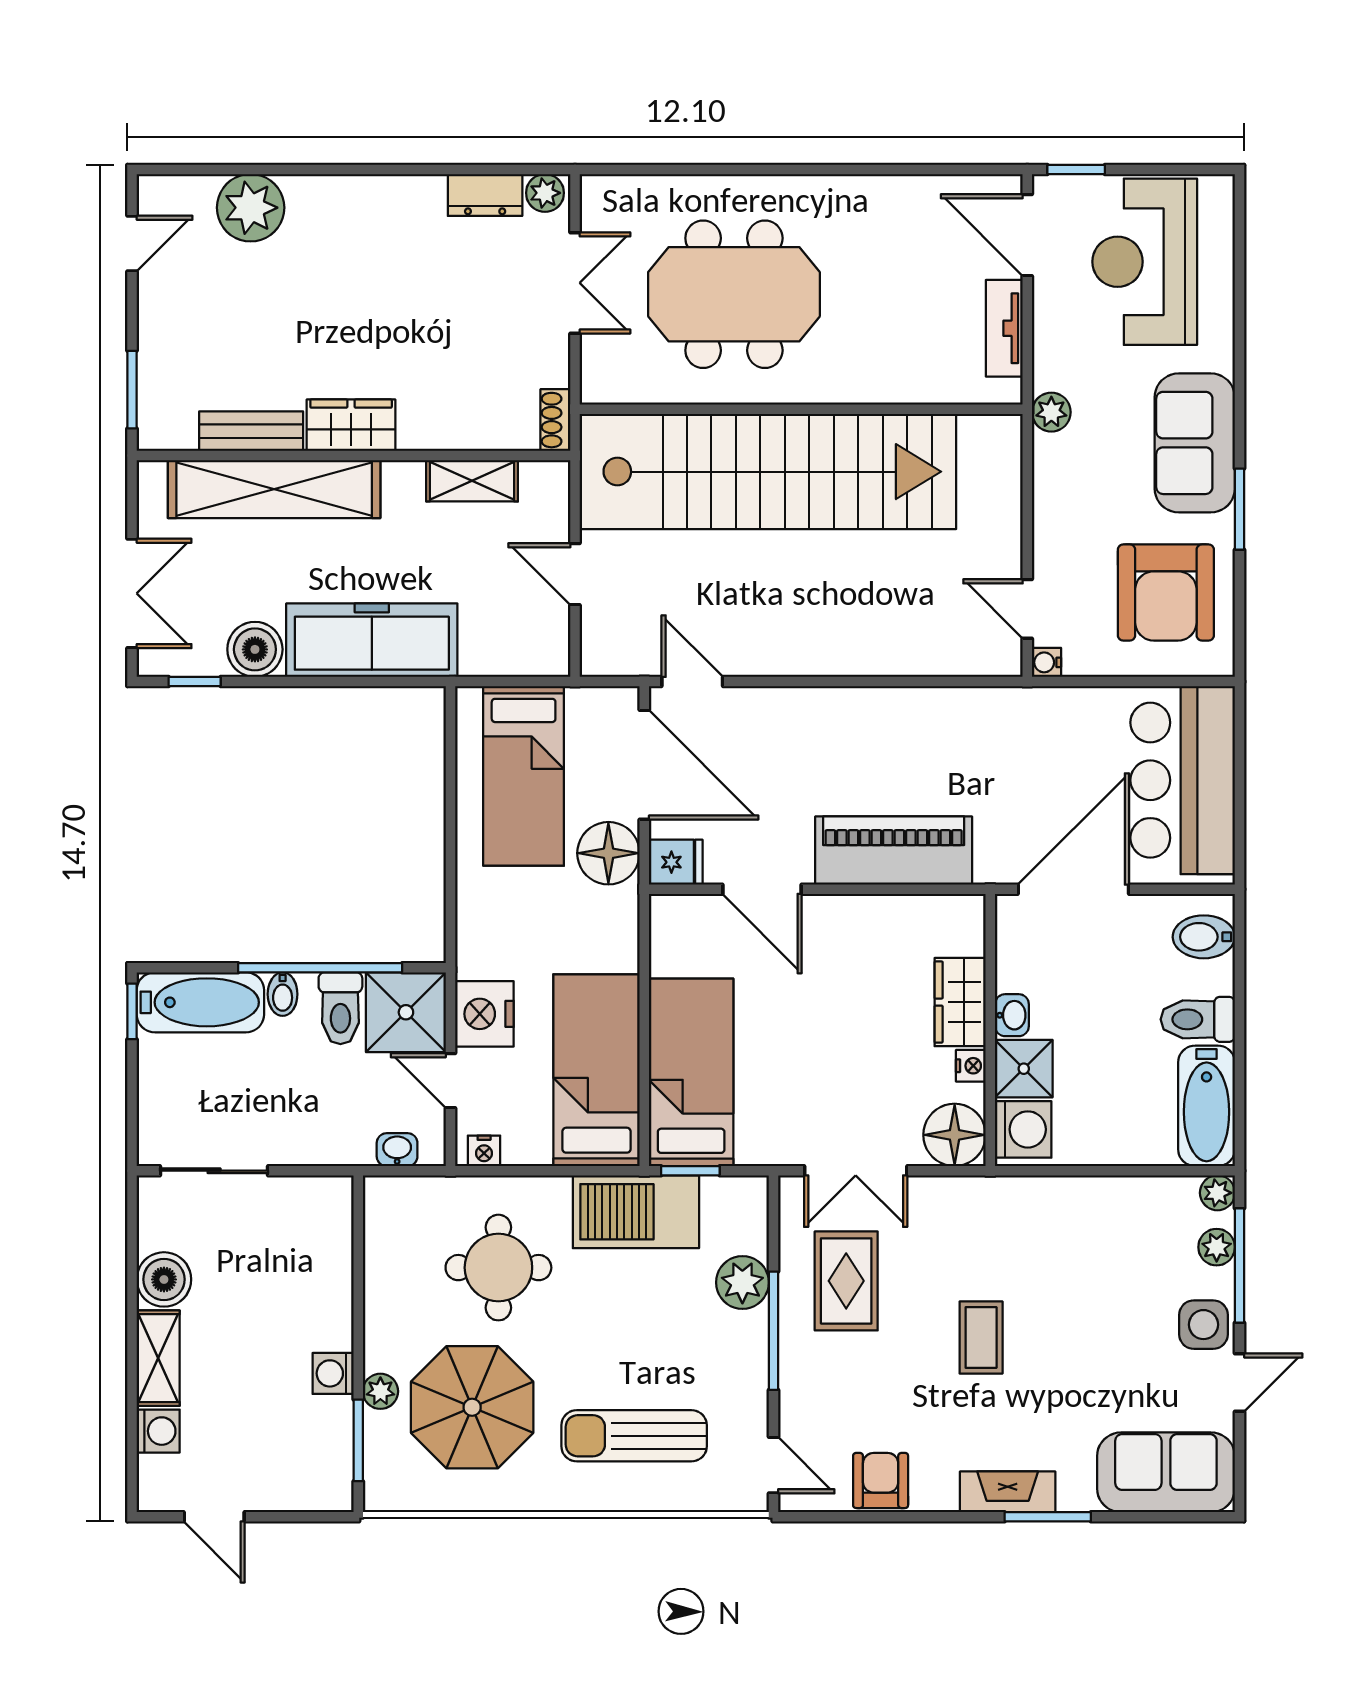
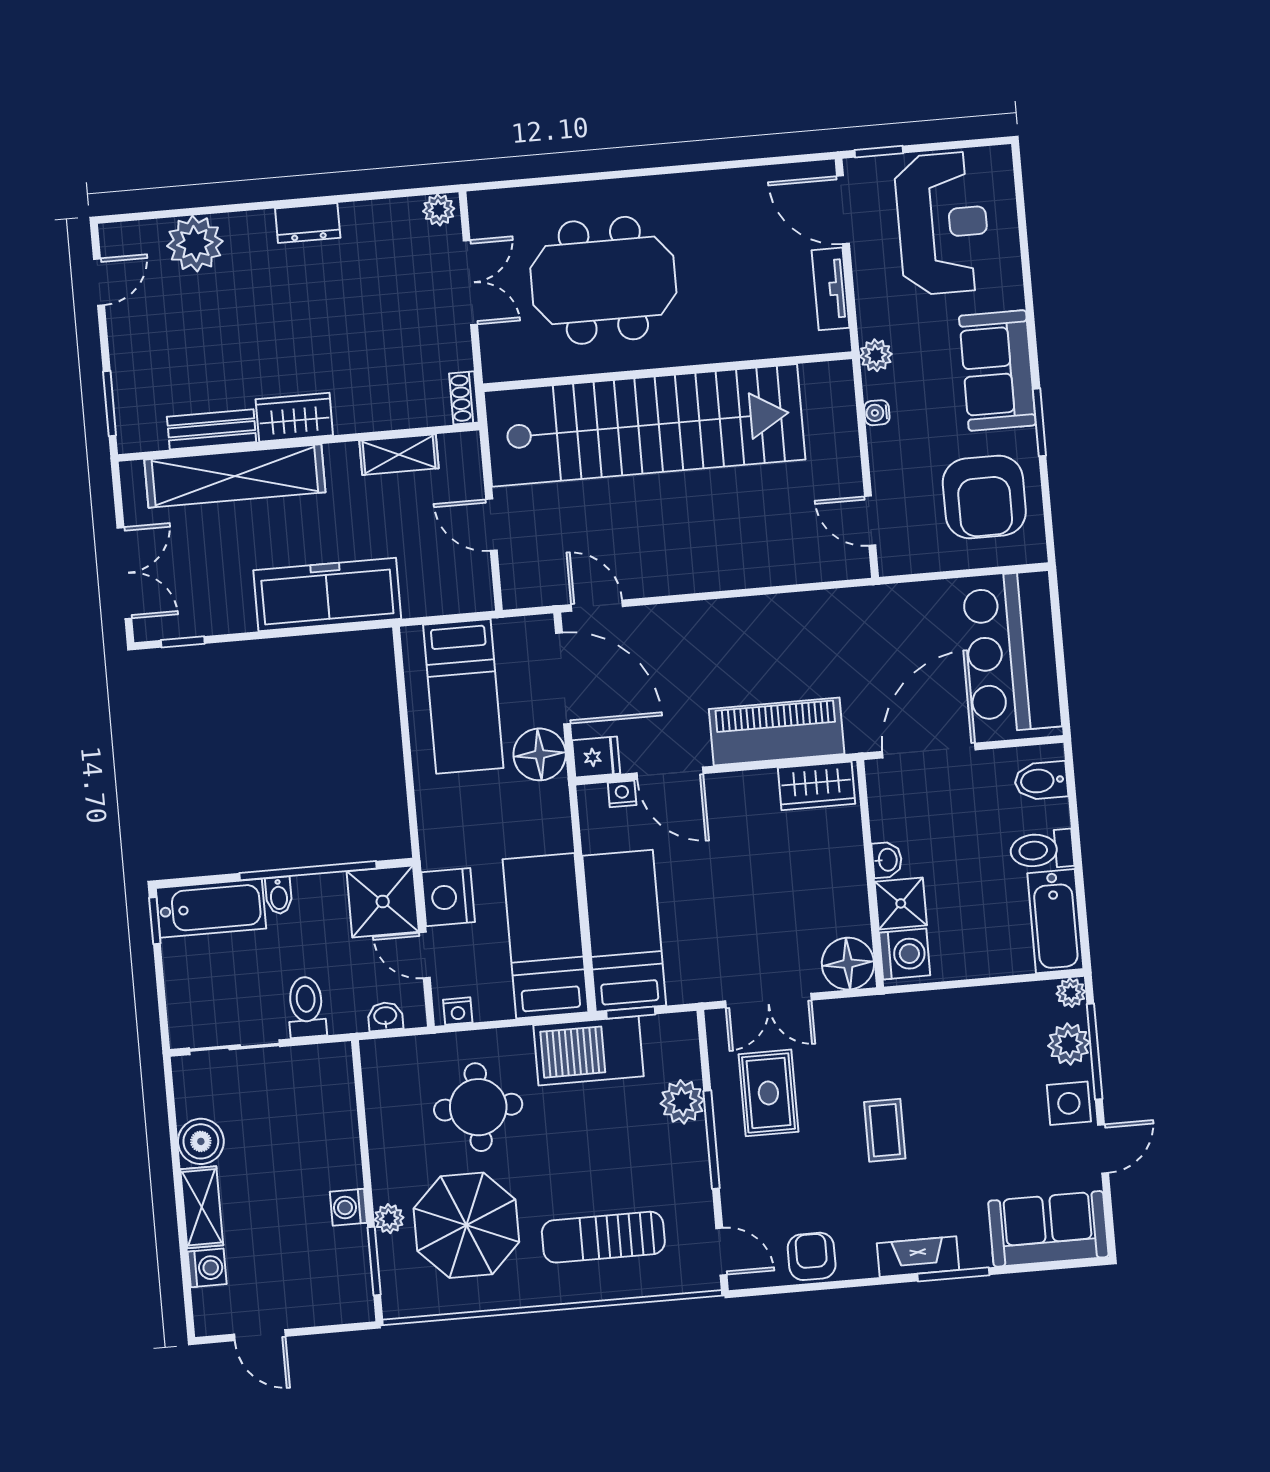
dresser: (485, 195) -> (308, 223), moved
reception desk: (1145, 262) -> (943, 223), turned 180
boiler: (255, 649) -> (231, 611), removed
water cooler: (1046, 662) -> (877, 413), moved
wardrobe: (960, 1002) -> (816, 786), moved, turned -90
toilet: (340, 1008) -> (306, 1007), moved, turned 180
nightstand: (971, 1066) -> (622, 794), moved, turned -90
plant: (1217, 1247) -> (1069, 1044), width x1.38, depth x1.38

